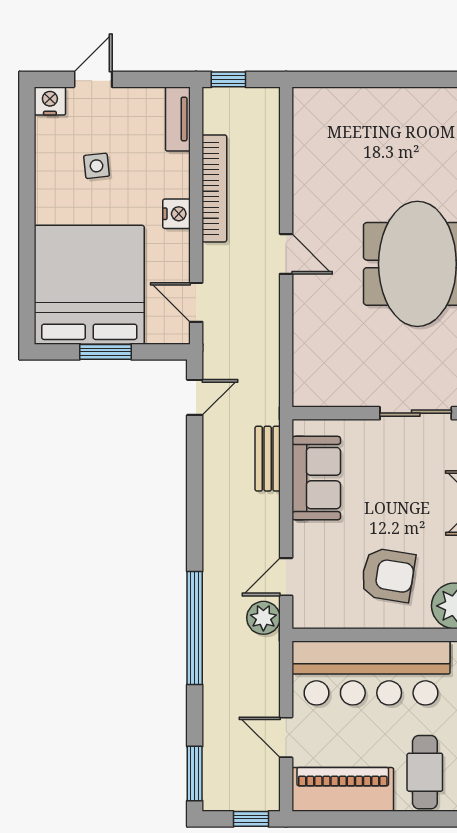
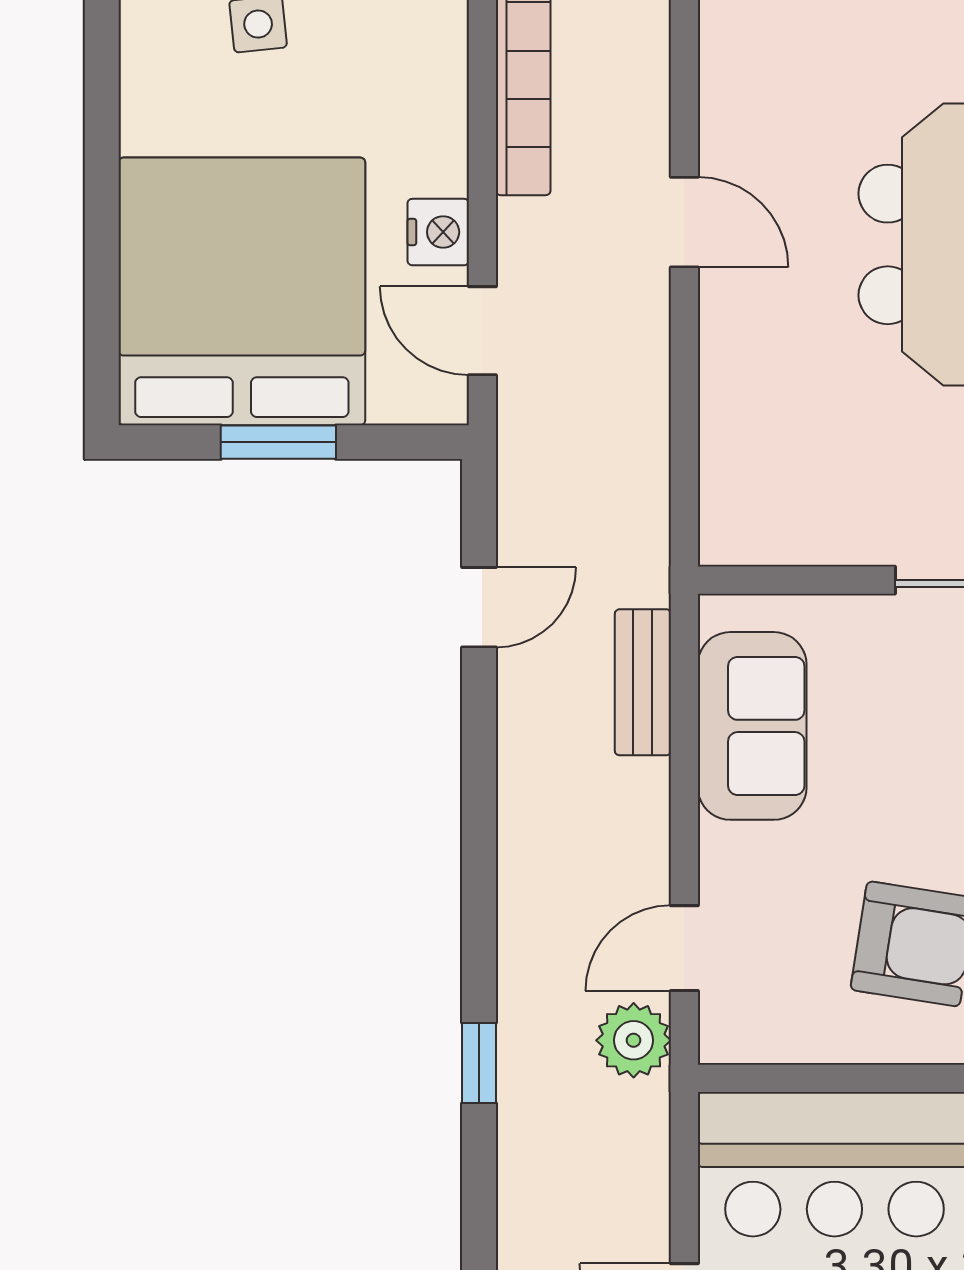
nightstand: (177, 214) -> (438, 232), moved
door: (195, 397) -> (479, 607), moved
window: (195, 628) -> (479, 1063), width x0.32

